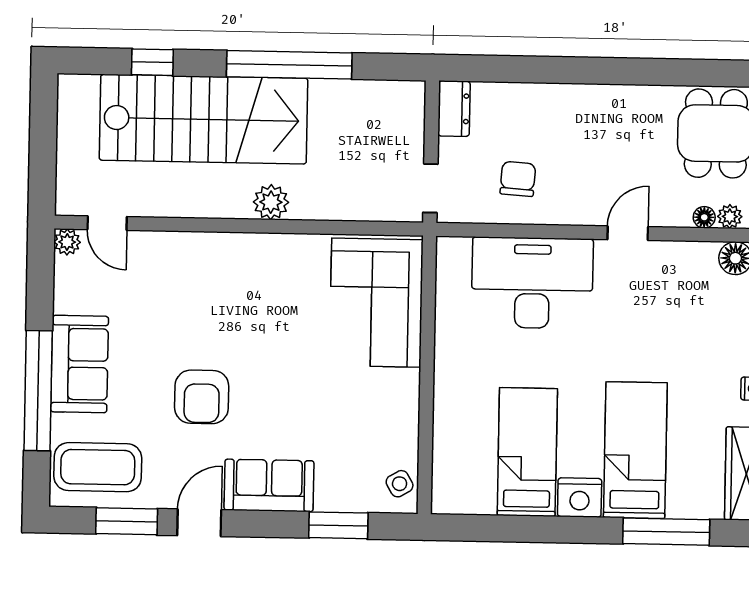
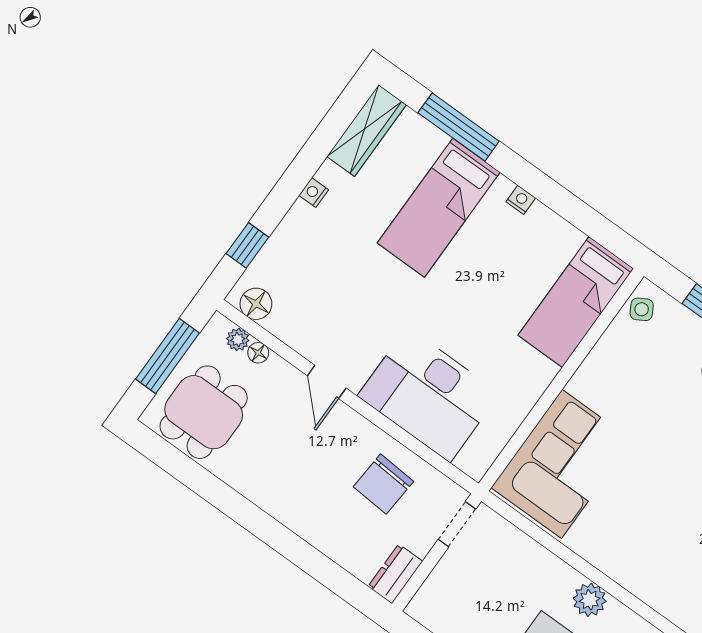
chair: (518, 179) -> (383, 484), width x1.37, depth x1.37
door: (628, 233) -> (327, 382), hinge flipped
bed: (527, 452) -> (576, 302), moved
nightstand: (580, 498) -> (521, 200), width x0.53, depth x0.56

